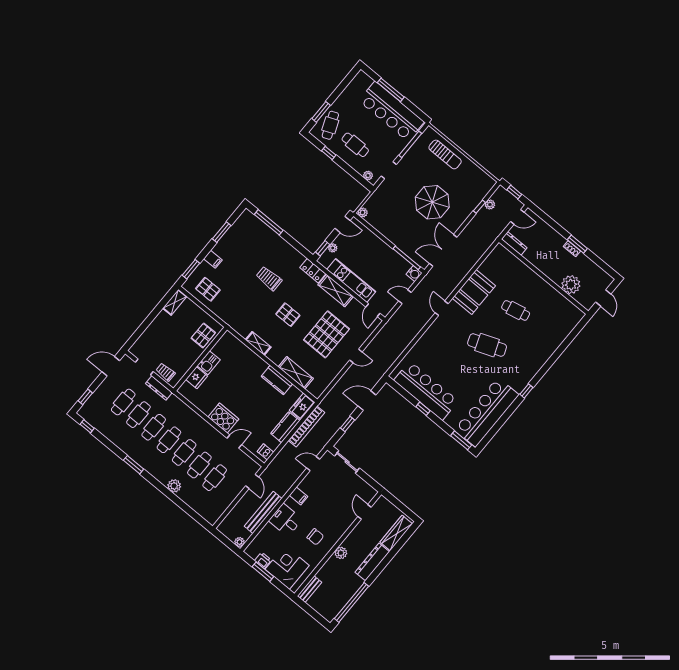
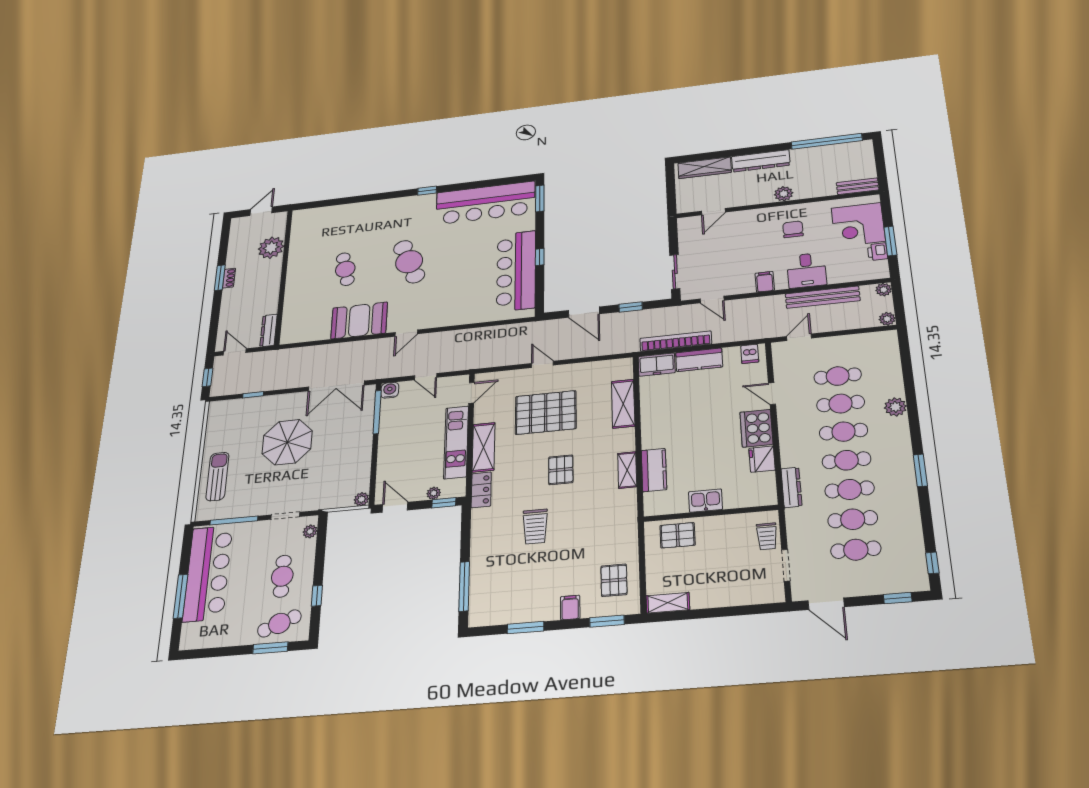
plant: (490, 205) -> (887, 319), moved
fridge: (197, 378) -> (762, 459), moved, turned -90
kitchen counter: (277, 380) -> (654, 470), moved
dresser: (159, 388) -> (791, 487), moved

